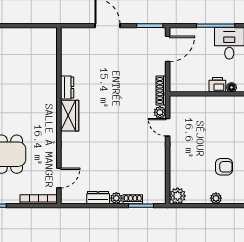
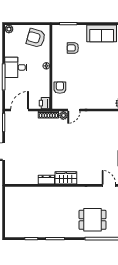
door: (168, 49) -> (20, 110), hinge flipped
printer: (217, 85) -> (44, 103), moved
armchair: (224, 167) -> (60, 88), moved

